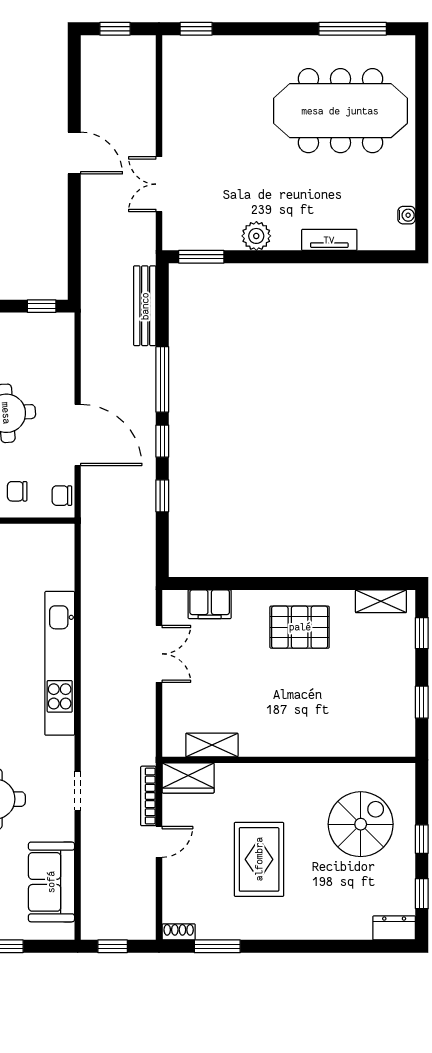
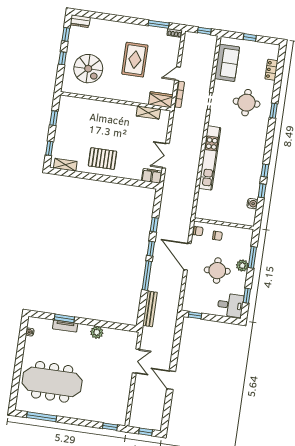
window: (201, 257) -> (64, 318), moved
filing cabinet: (210, 604) -> (152, 176), moved
spiral stairs: (361, 824) -> (88, 69), turned -90

